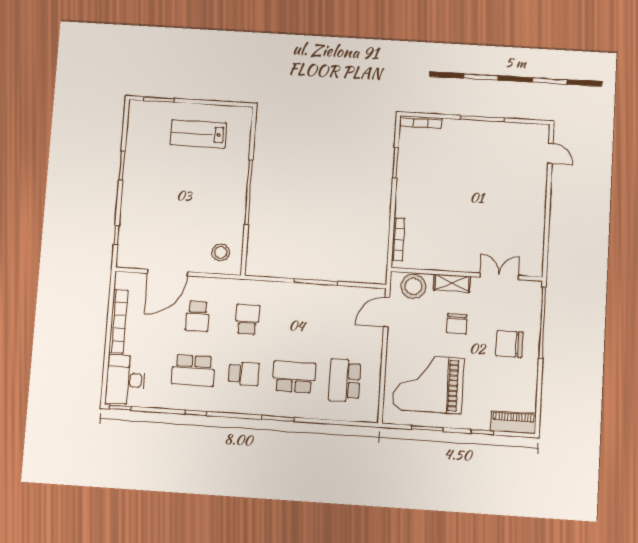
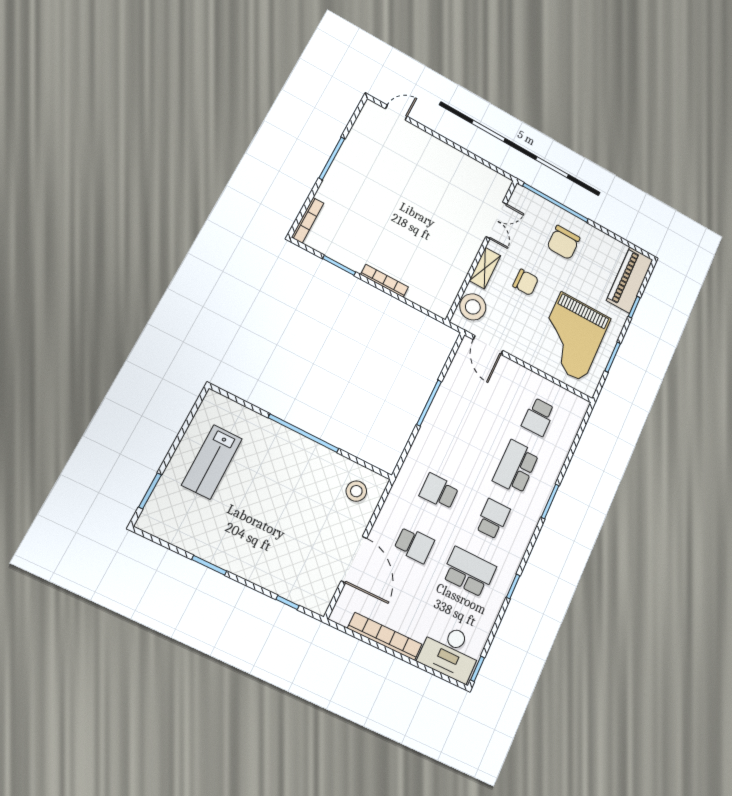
bookcase: (398, 239) -> (385, 281), moved
double door: (499, 276) -> (496, 220), swing flipped
school desk: (193, 370) -> (469, 572), turned -90
school desk: (345, 380) -> (538, 417), width x0.54
piano: (513, 422) -> (630, 280), width x1.37, depth x1.33

